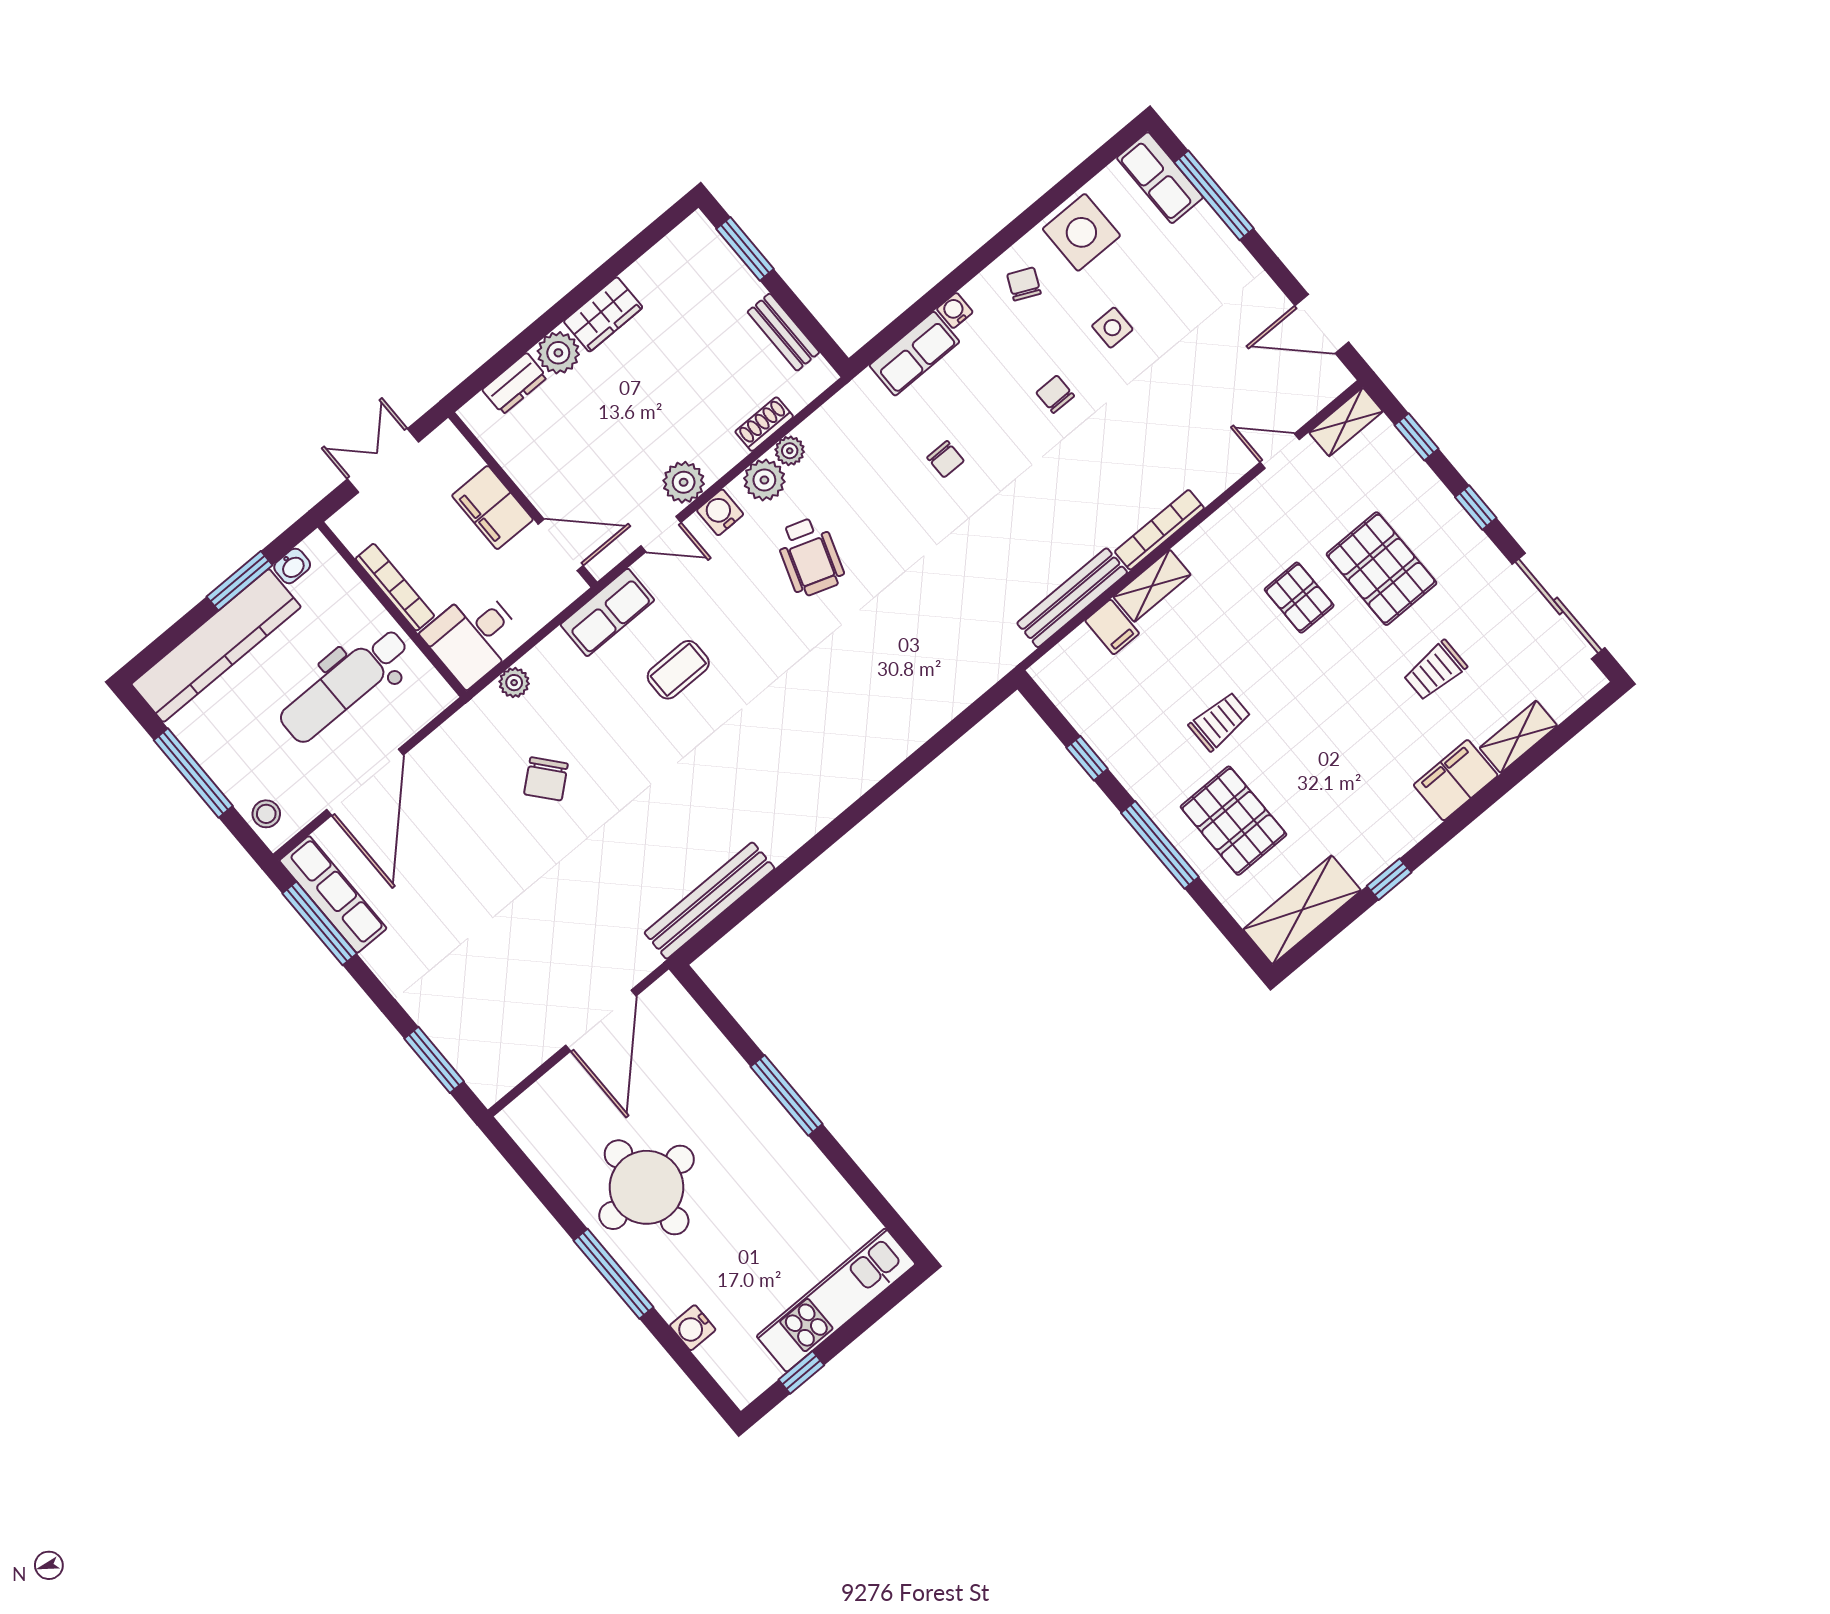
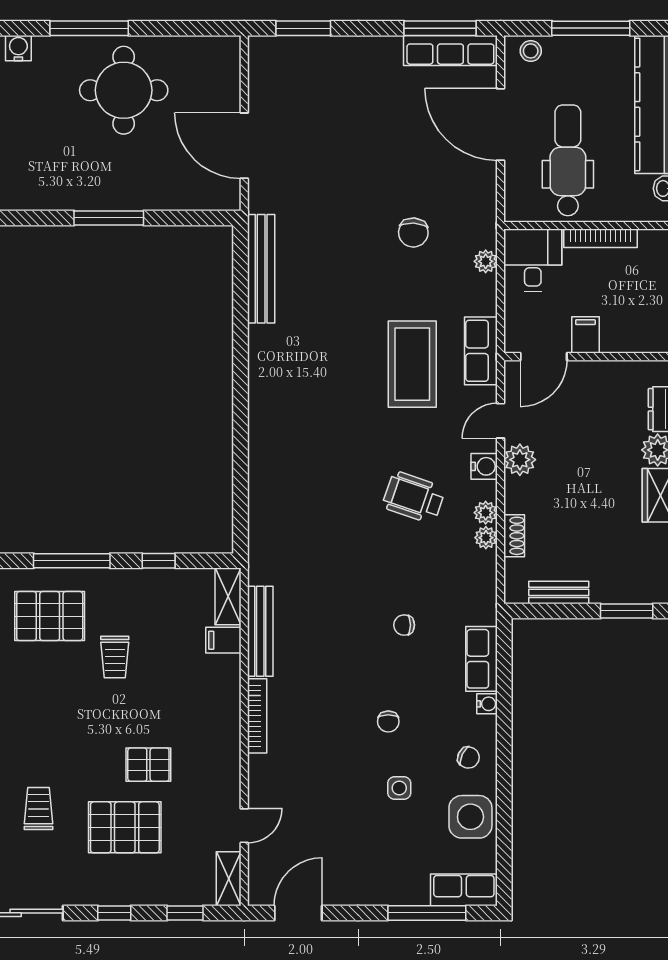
chair: (1055, 394) -> (388, 722), turned 90
plant: (764, 480) -> (486, 513), width x0.73, depth x0.73
filing cabinet: (492, 508) -> (585, 335), width x0.50
shelving: (1152, 586) -> (228, 596), moved
coffee table: (678, 670) -> (412, 364), width x1.86, depth x1.72
chair: (546, 779) -> (413, 233), turned -136

